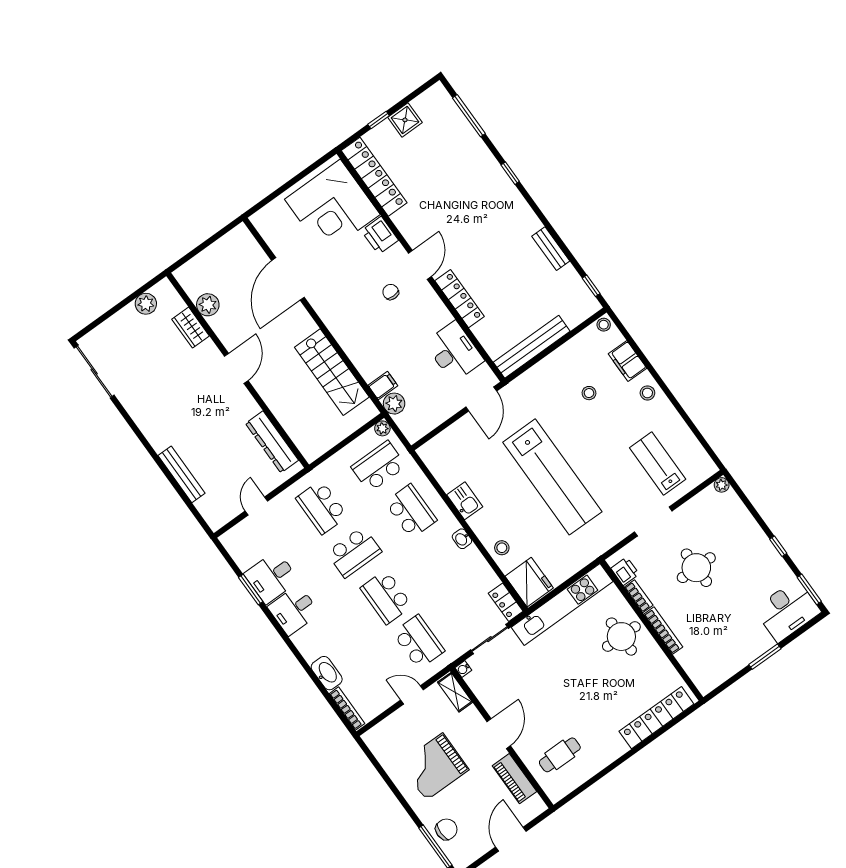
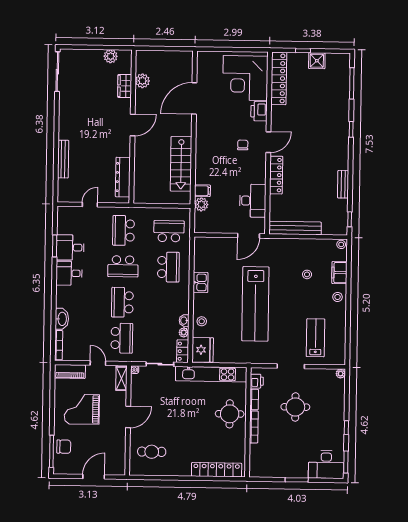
plant: (382, 428) -> (184, 332), moved
washbasin: (462, 539) -> (184, 321), moved
piano: (514, 779) -> (70, 371), moved, turned -90

